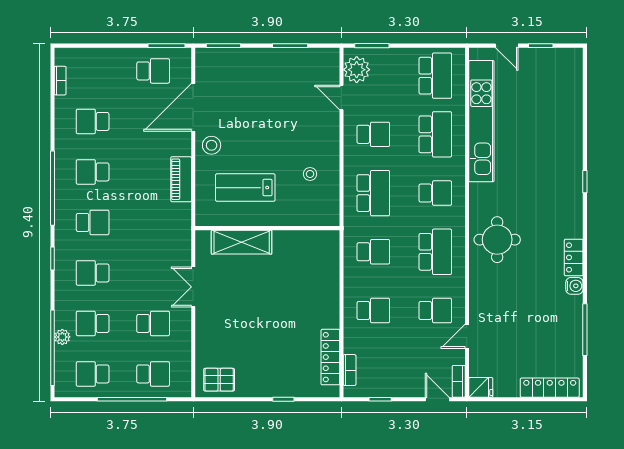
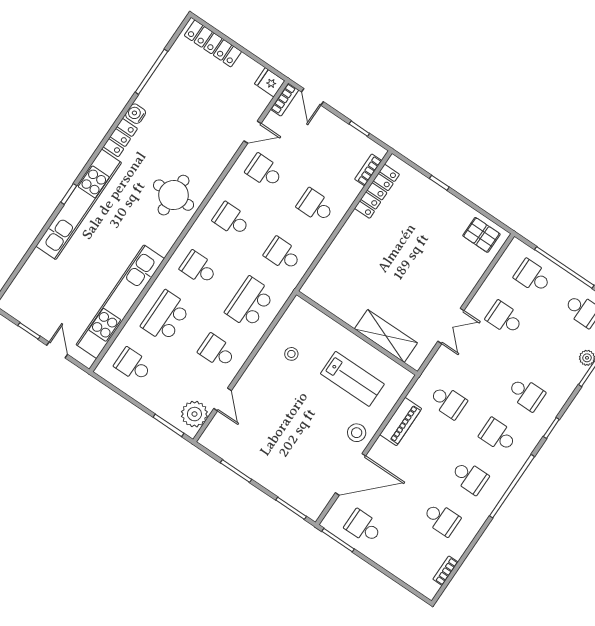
school desk: (435, 76) -> (133, 365), width x0.54
kitchen unit: (571, 179) -> (79, 204), added
school desk: (435, 252) -> (231, 220), width x0.54
school desk: (93, 323) -> (448, 402), moved

